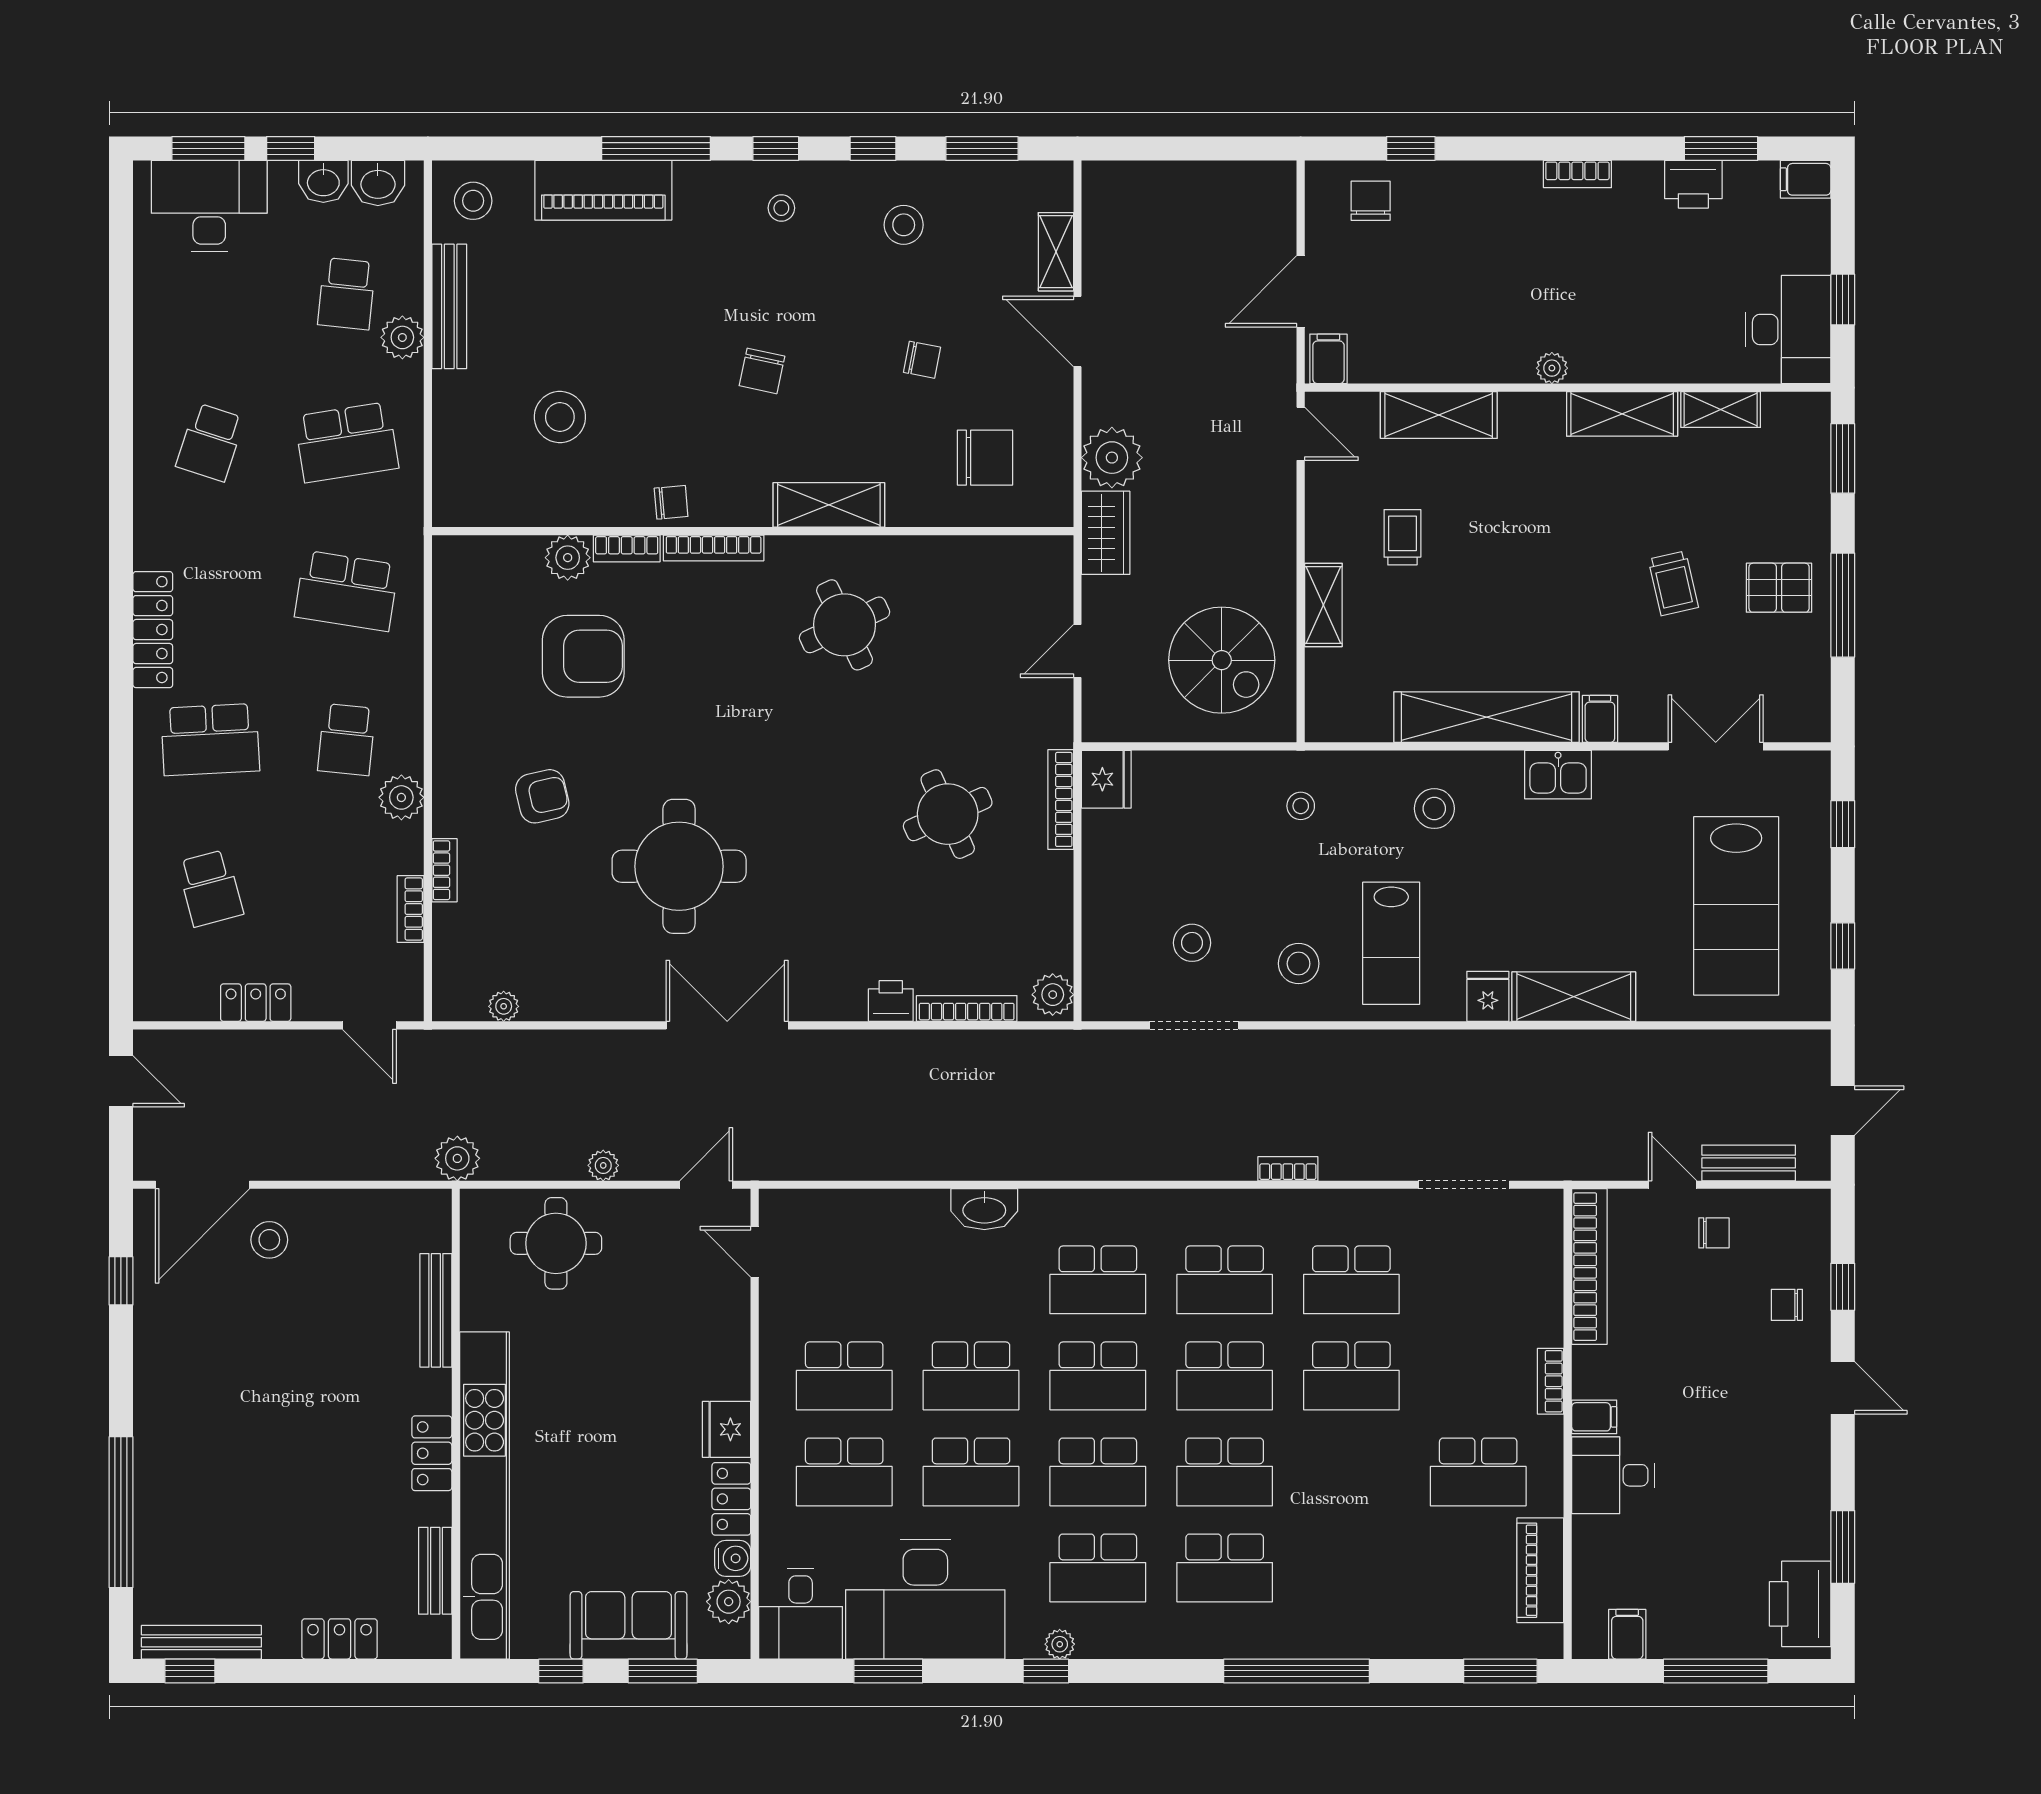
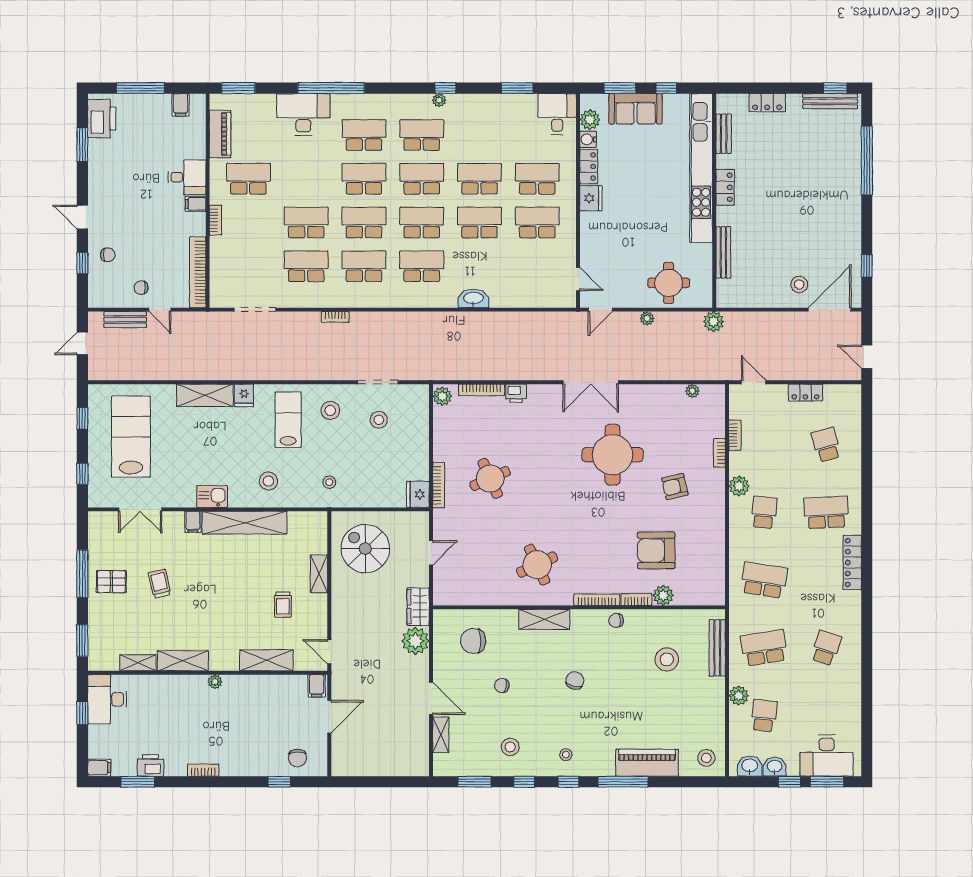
bench: (449, 306) -> (717, 648), moved
desk: (925, 1599) -> (303, 114), moved, width x0.73, depth x0.77

